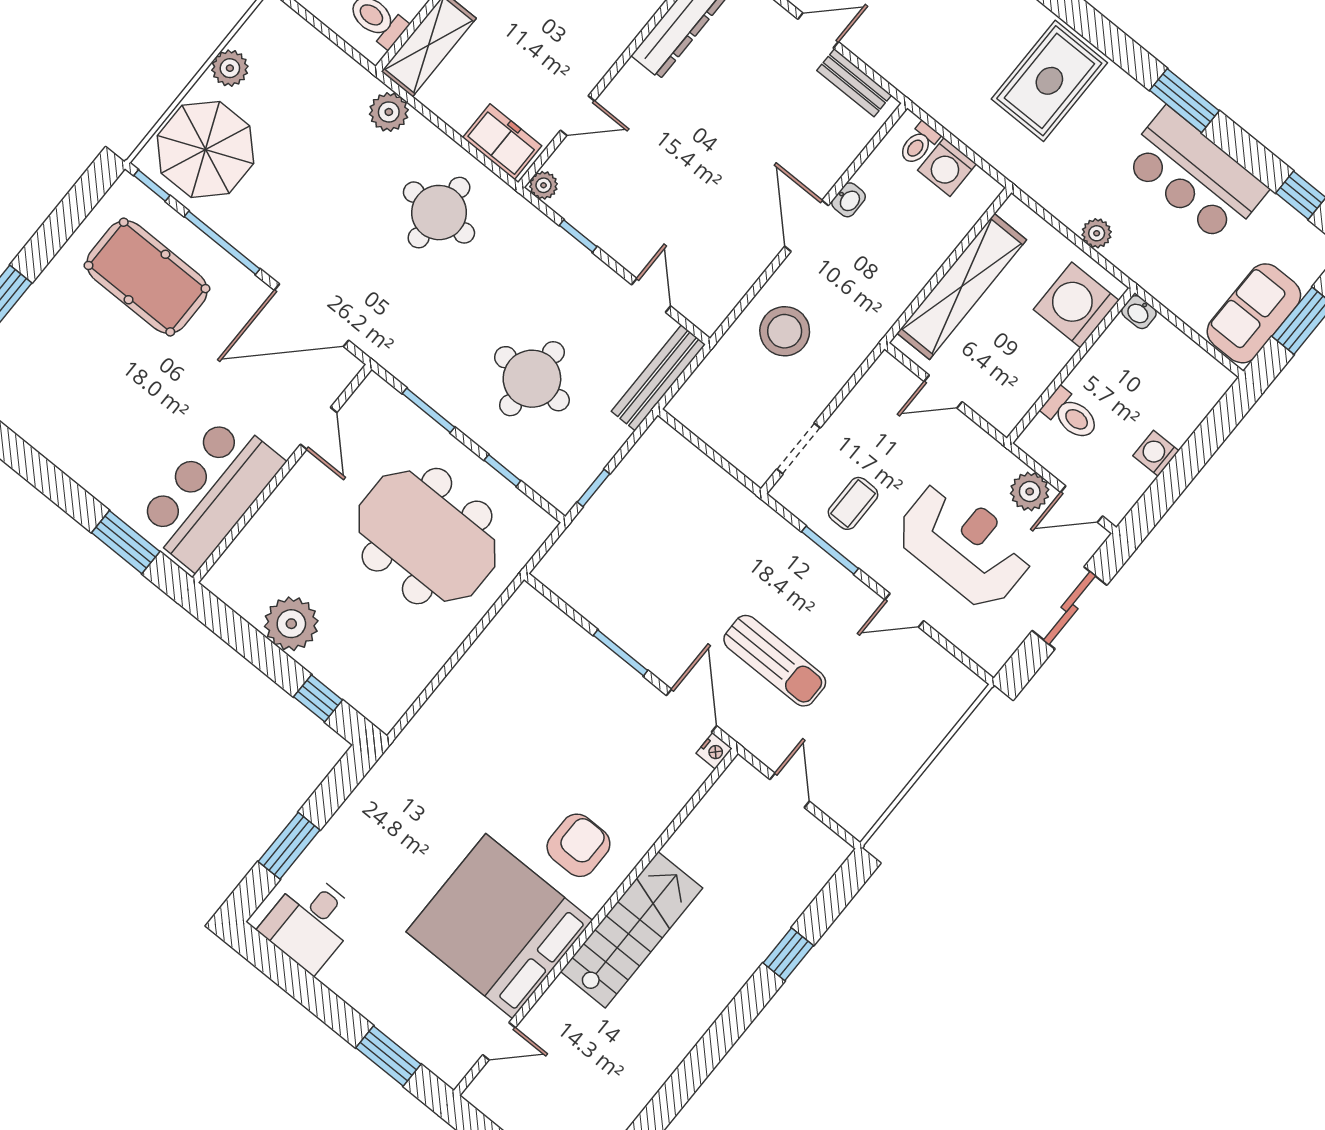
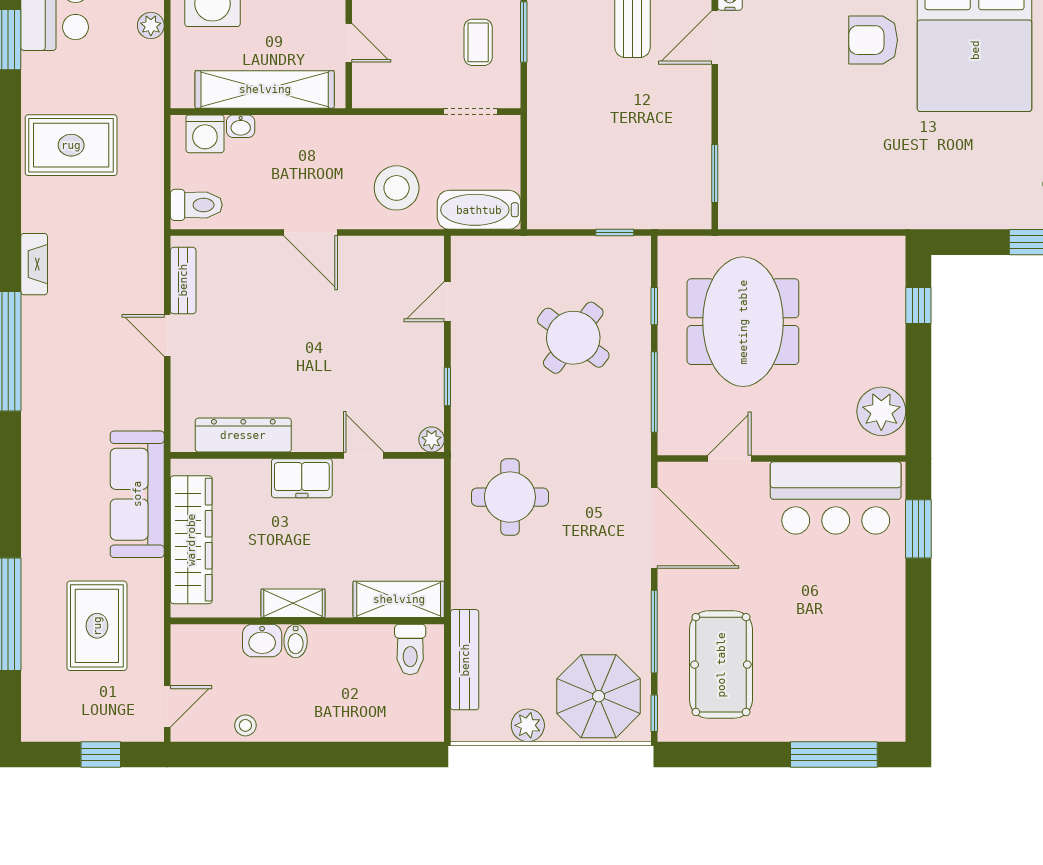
plant: (389, 112) -> (468, 589), removed
freezer: (502, 142) -> (302, 478), moved, turned -90
toilet: (919, 144) -> (196, 205), width x1.37, depth x1.39
washing machine: (947, 167) -> (205, 134), moved, turned 90
washbasin: (849, 200) -> (241, 126), moved, turned 180
door: (806, 226) -> (311, 233), hinge flipped
bench: (658, 378) -> (465, 660), moved, turned 90
round table: (532, 379) -> (573, 338), turned 37
bathtub: (708, 387) -> (479, 210), added
window: (429, 410) -> (654, 392), width x1.44
coffee table: (853, 503) -> (478, 42), turned 90
plant: (291, 624) -> (881, 411), moved
window: (621, 653) -> (715, 173), moved

